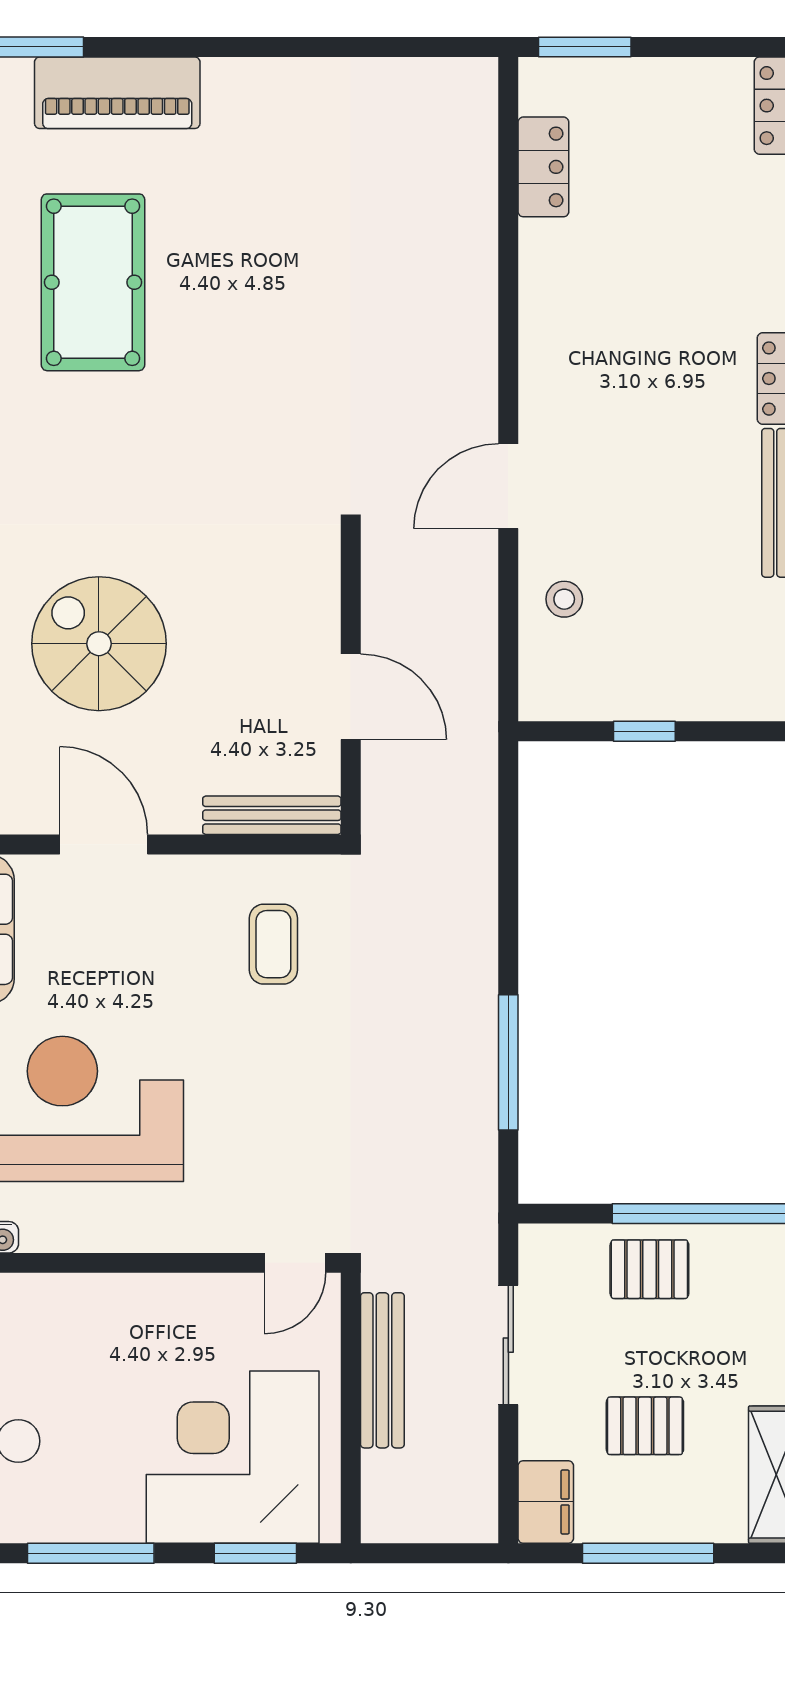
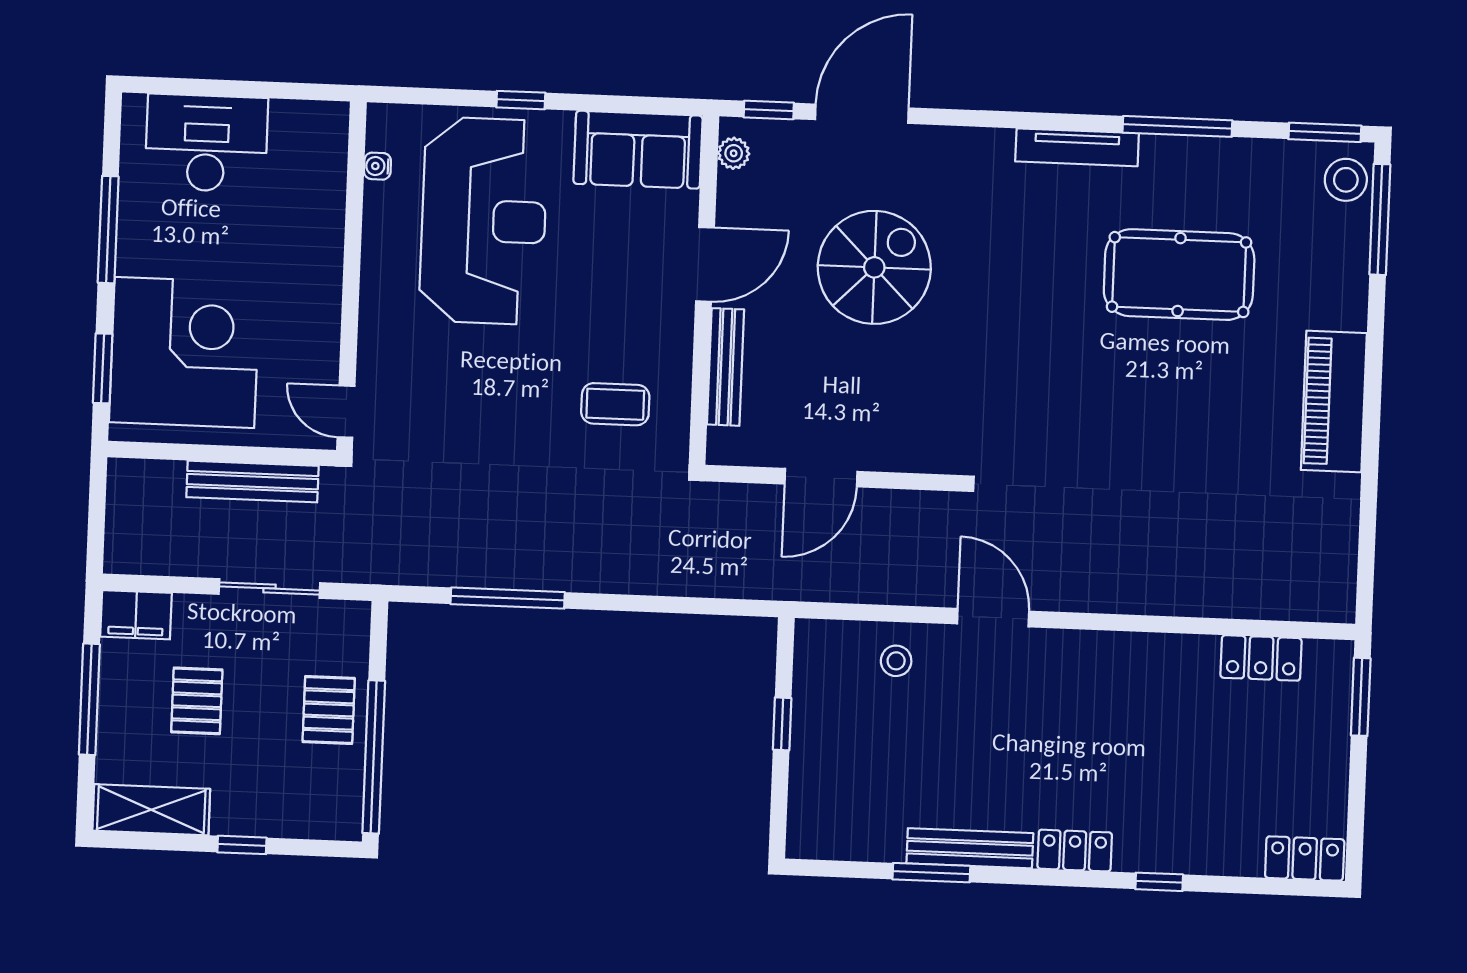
piano: (117, 93) -> (1334, 401), moved
bench: (272, 815) -> (726, 367), moved

